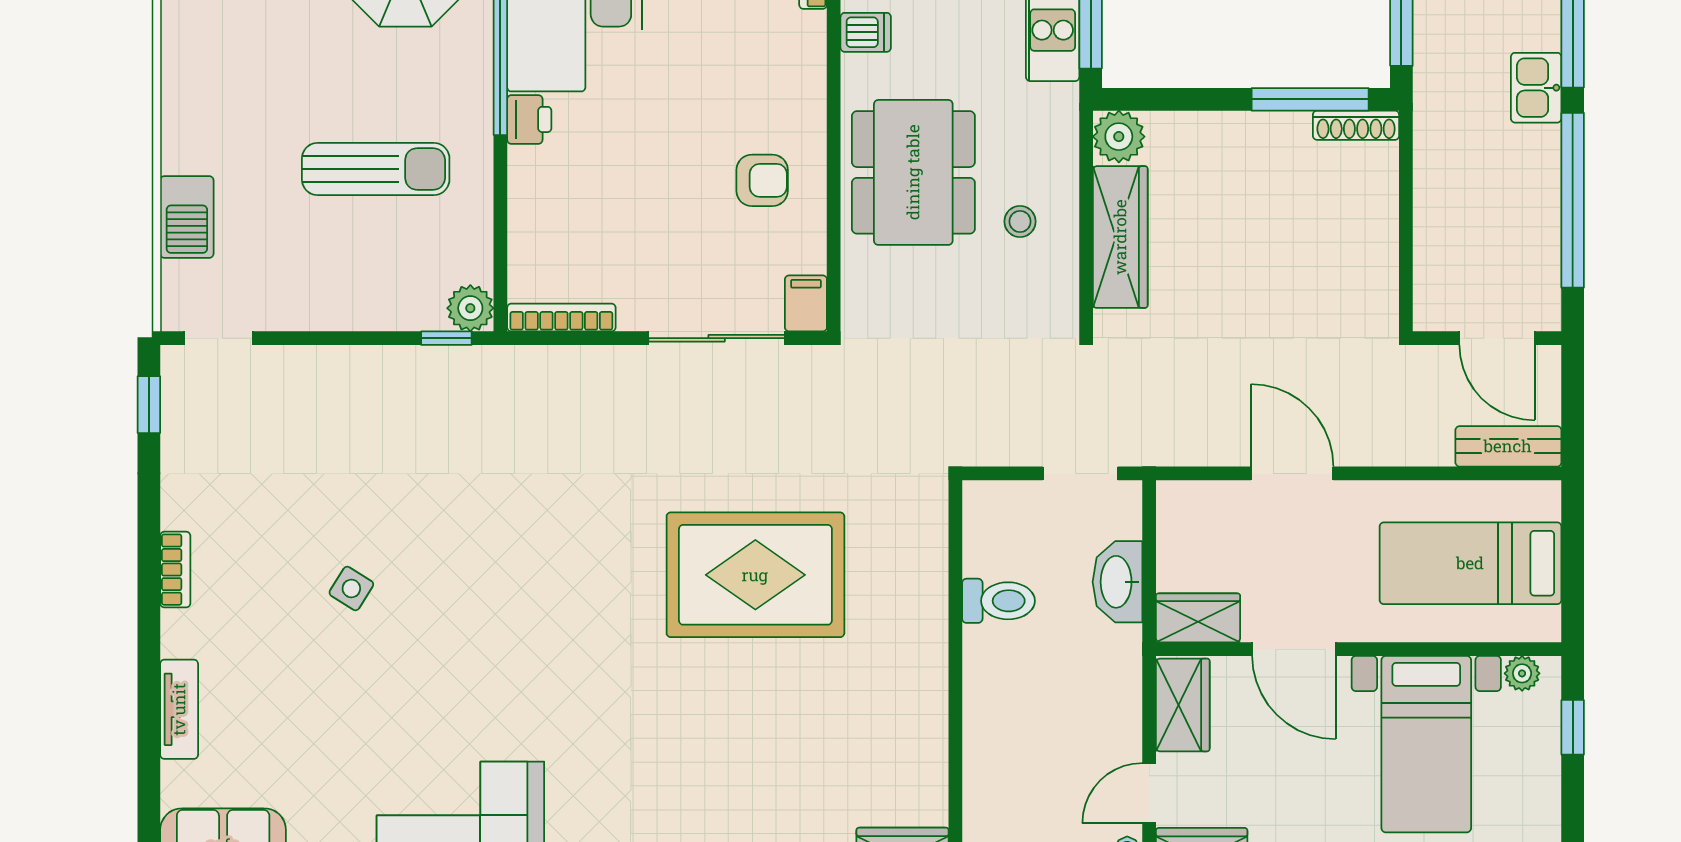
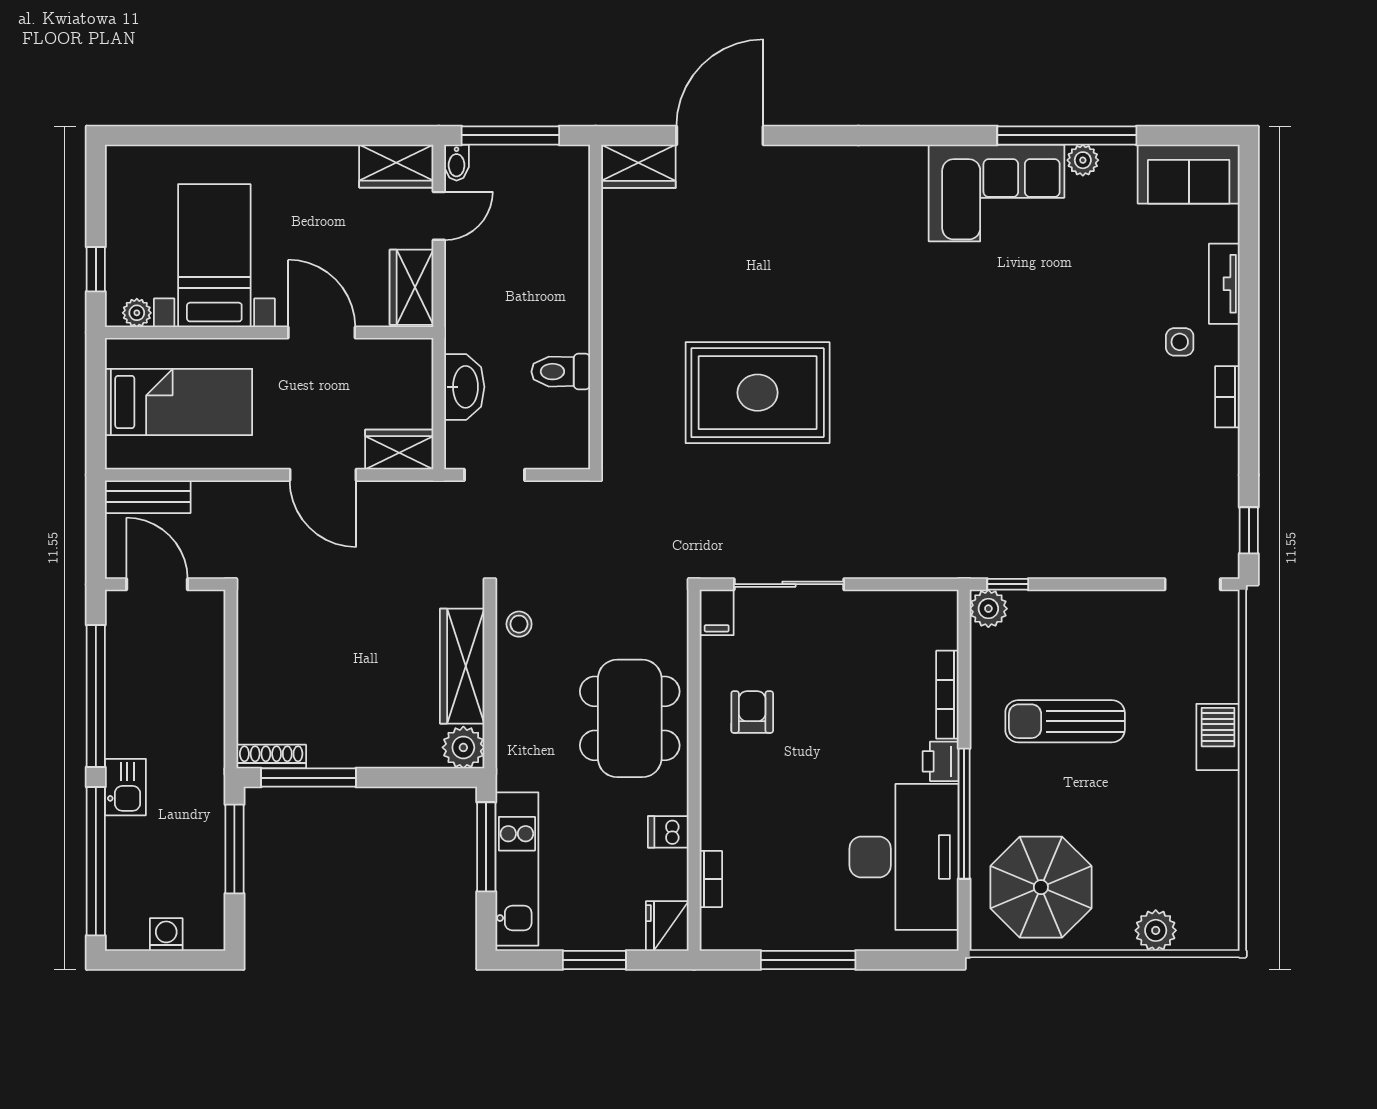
armchair: (762, 180) -> (752, 712), turned 90
barbecue: (187, 217) -> (1218, 737), moved
stool: (1020, 221) -> (519, 624), moved
bookcase: (561, 317) -> (947, 695), moved, turned 90
side table: (351, 588) -> (1180, 342), moved, turned -32
wardrobe: (1198, 618) -> (399, 450), moved, turned 180

